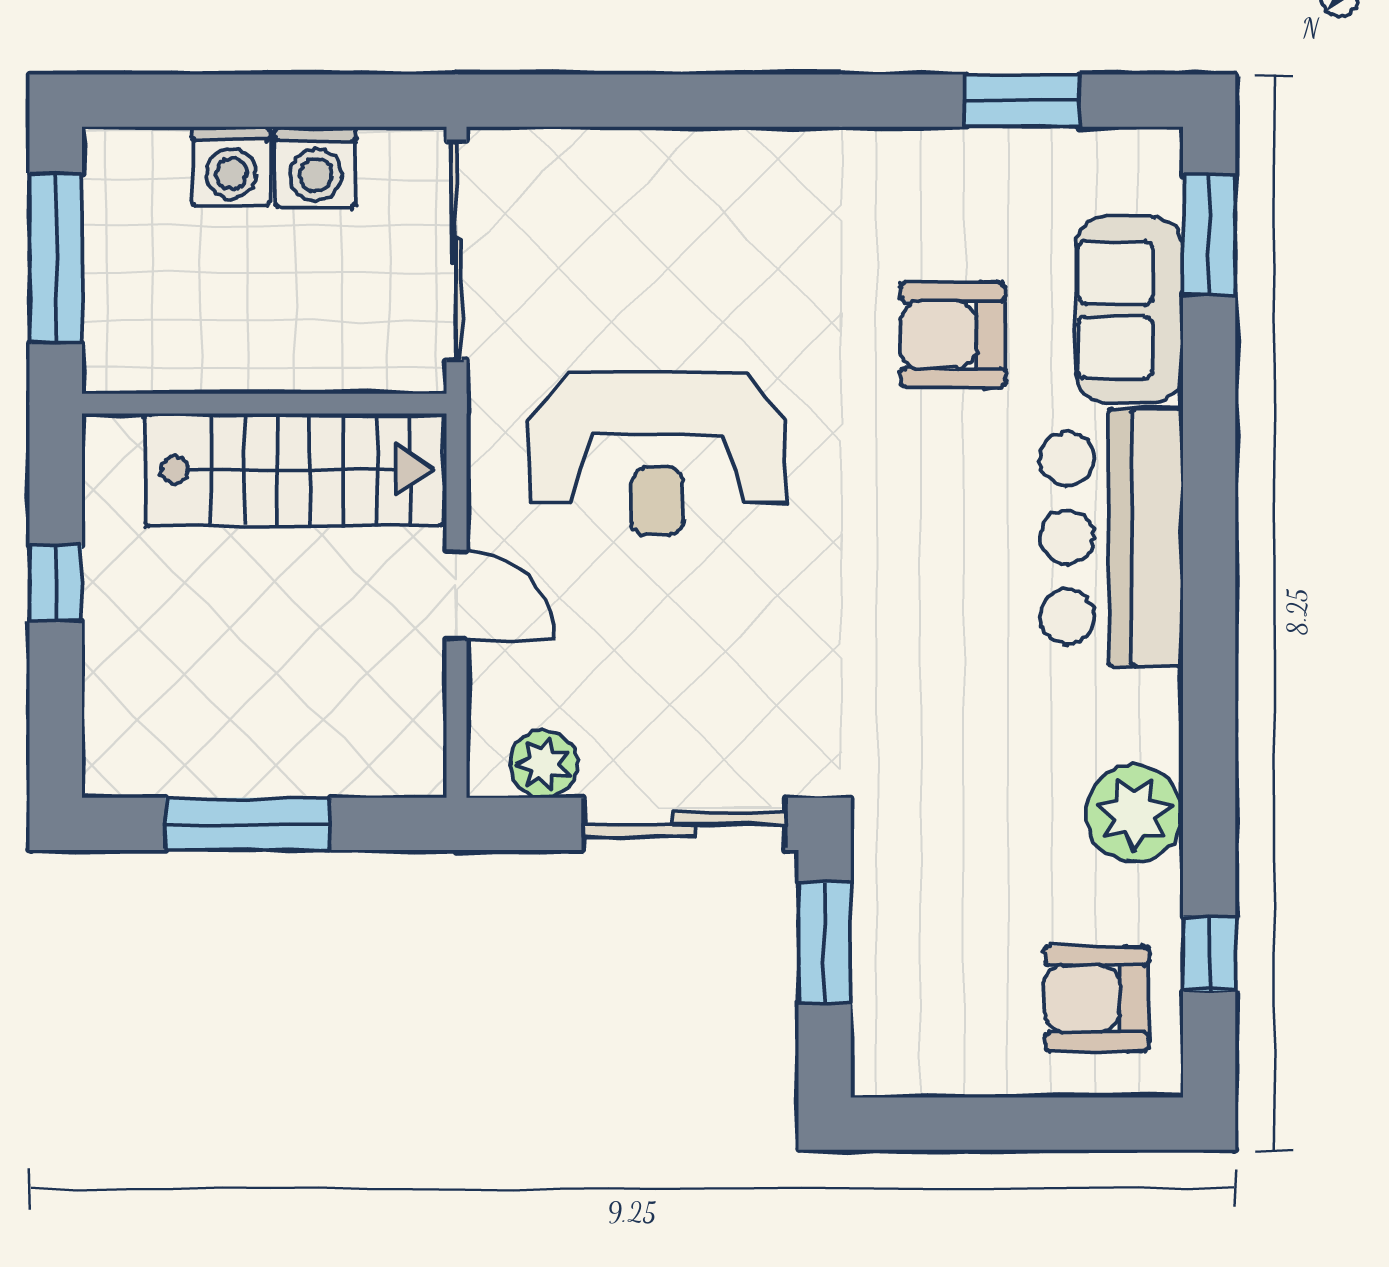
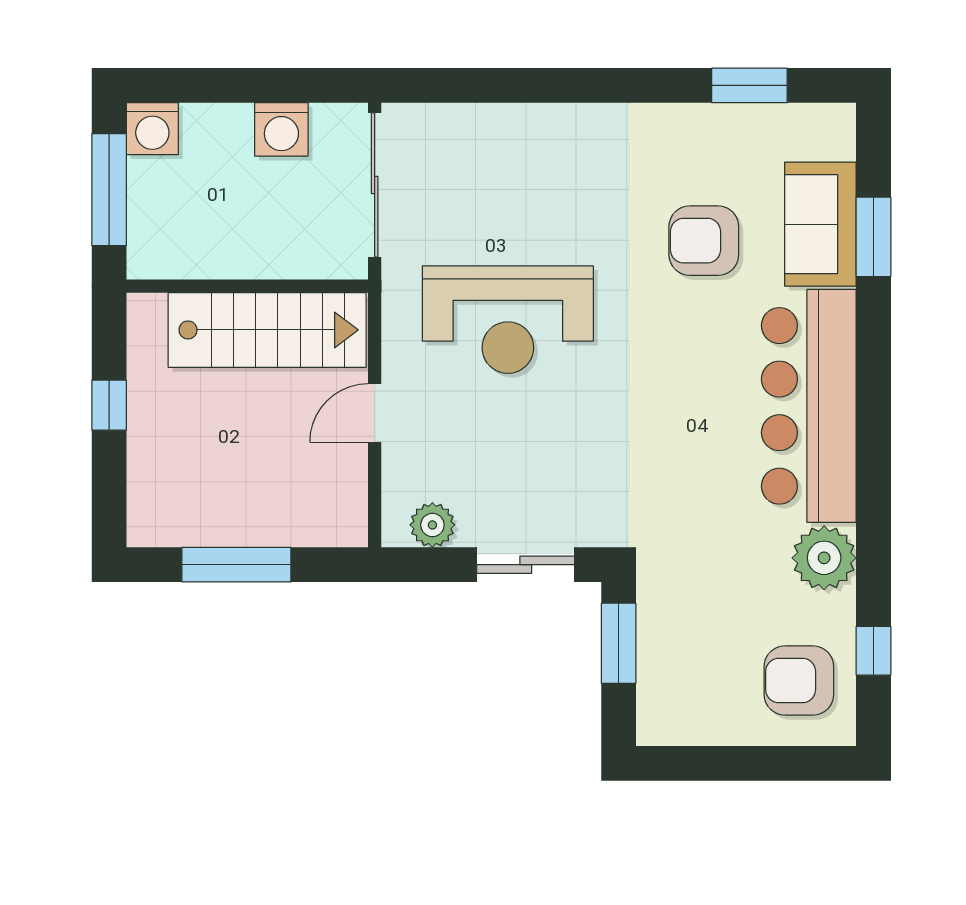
washing machine: (231, 166) -> (152, 129), moved
window: (1209, 234) -> (873, 237), moved
bar counter: (1111, 537) -> (809, 406), width x1.36
door: (456, 595) -> (375, 413), swing flipped
sliding door: (684, 824) -> (526, 565), width x0.73

